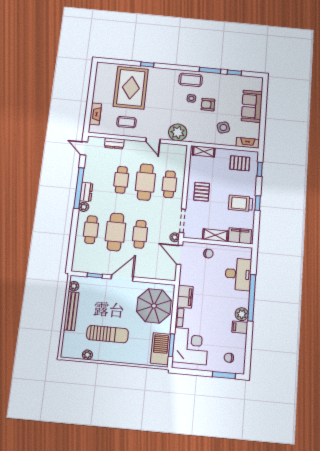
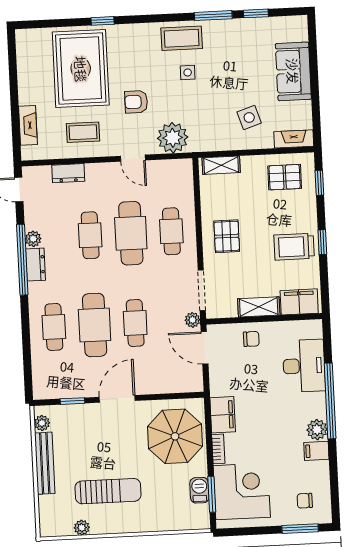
armchair: (208, 105) -> (136, 102), moved
plant: (84, 207) -> (33, 239), moved
barbecue: (161, 349) -> (199, 490), width x0.53, depth x0.65

